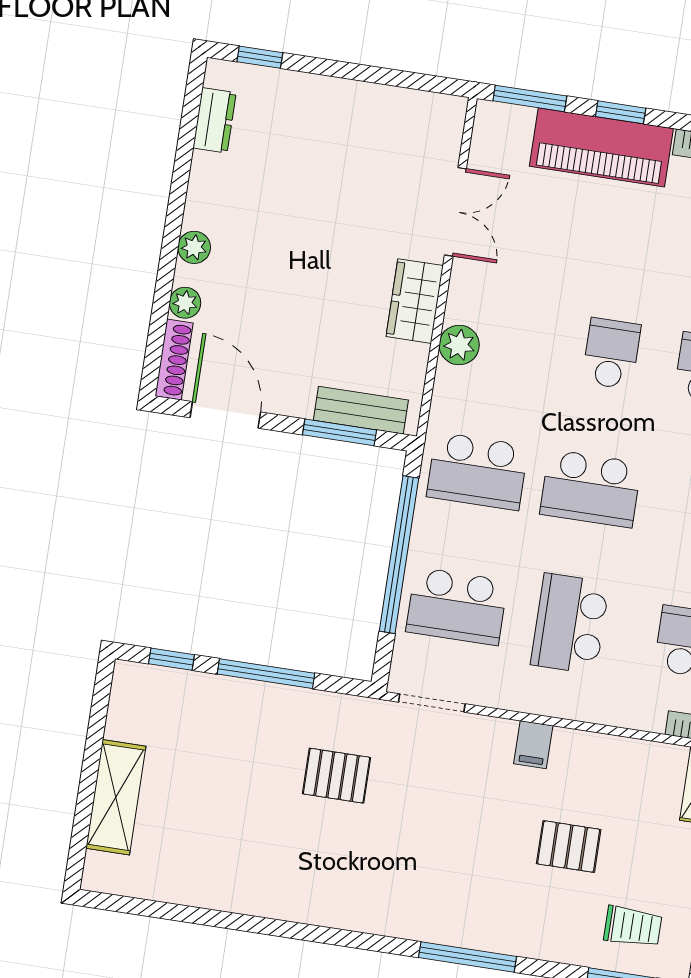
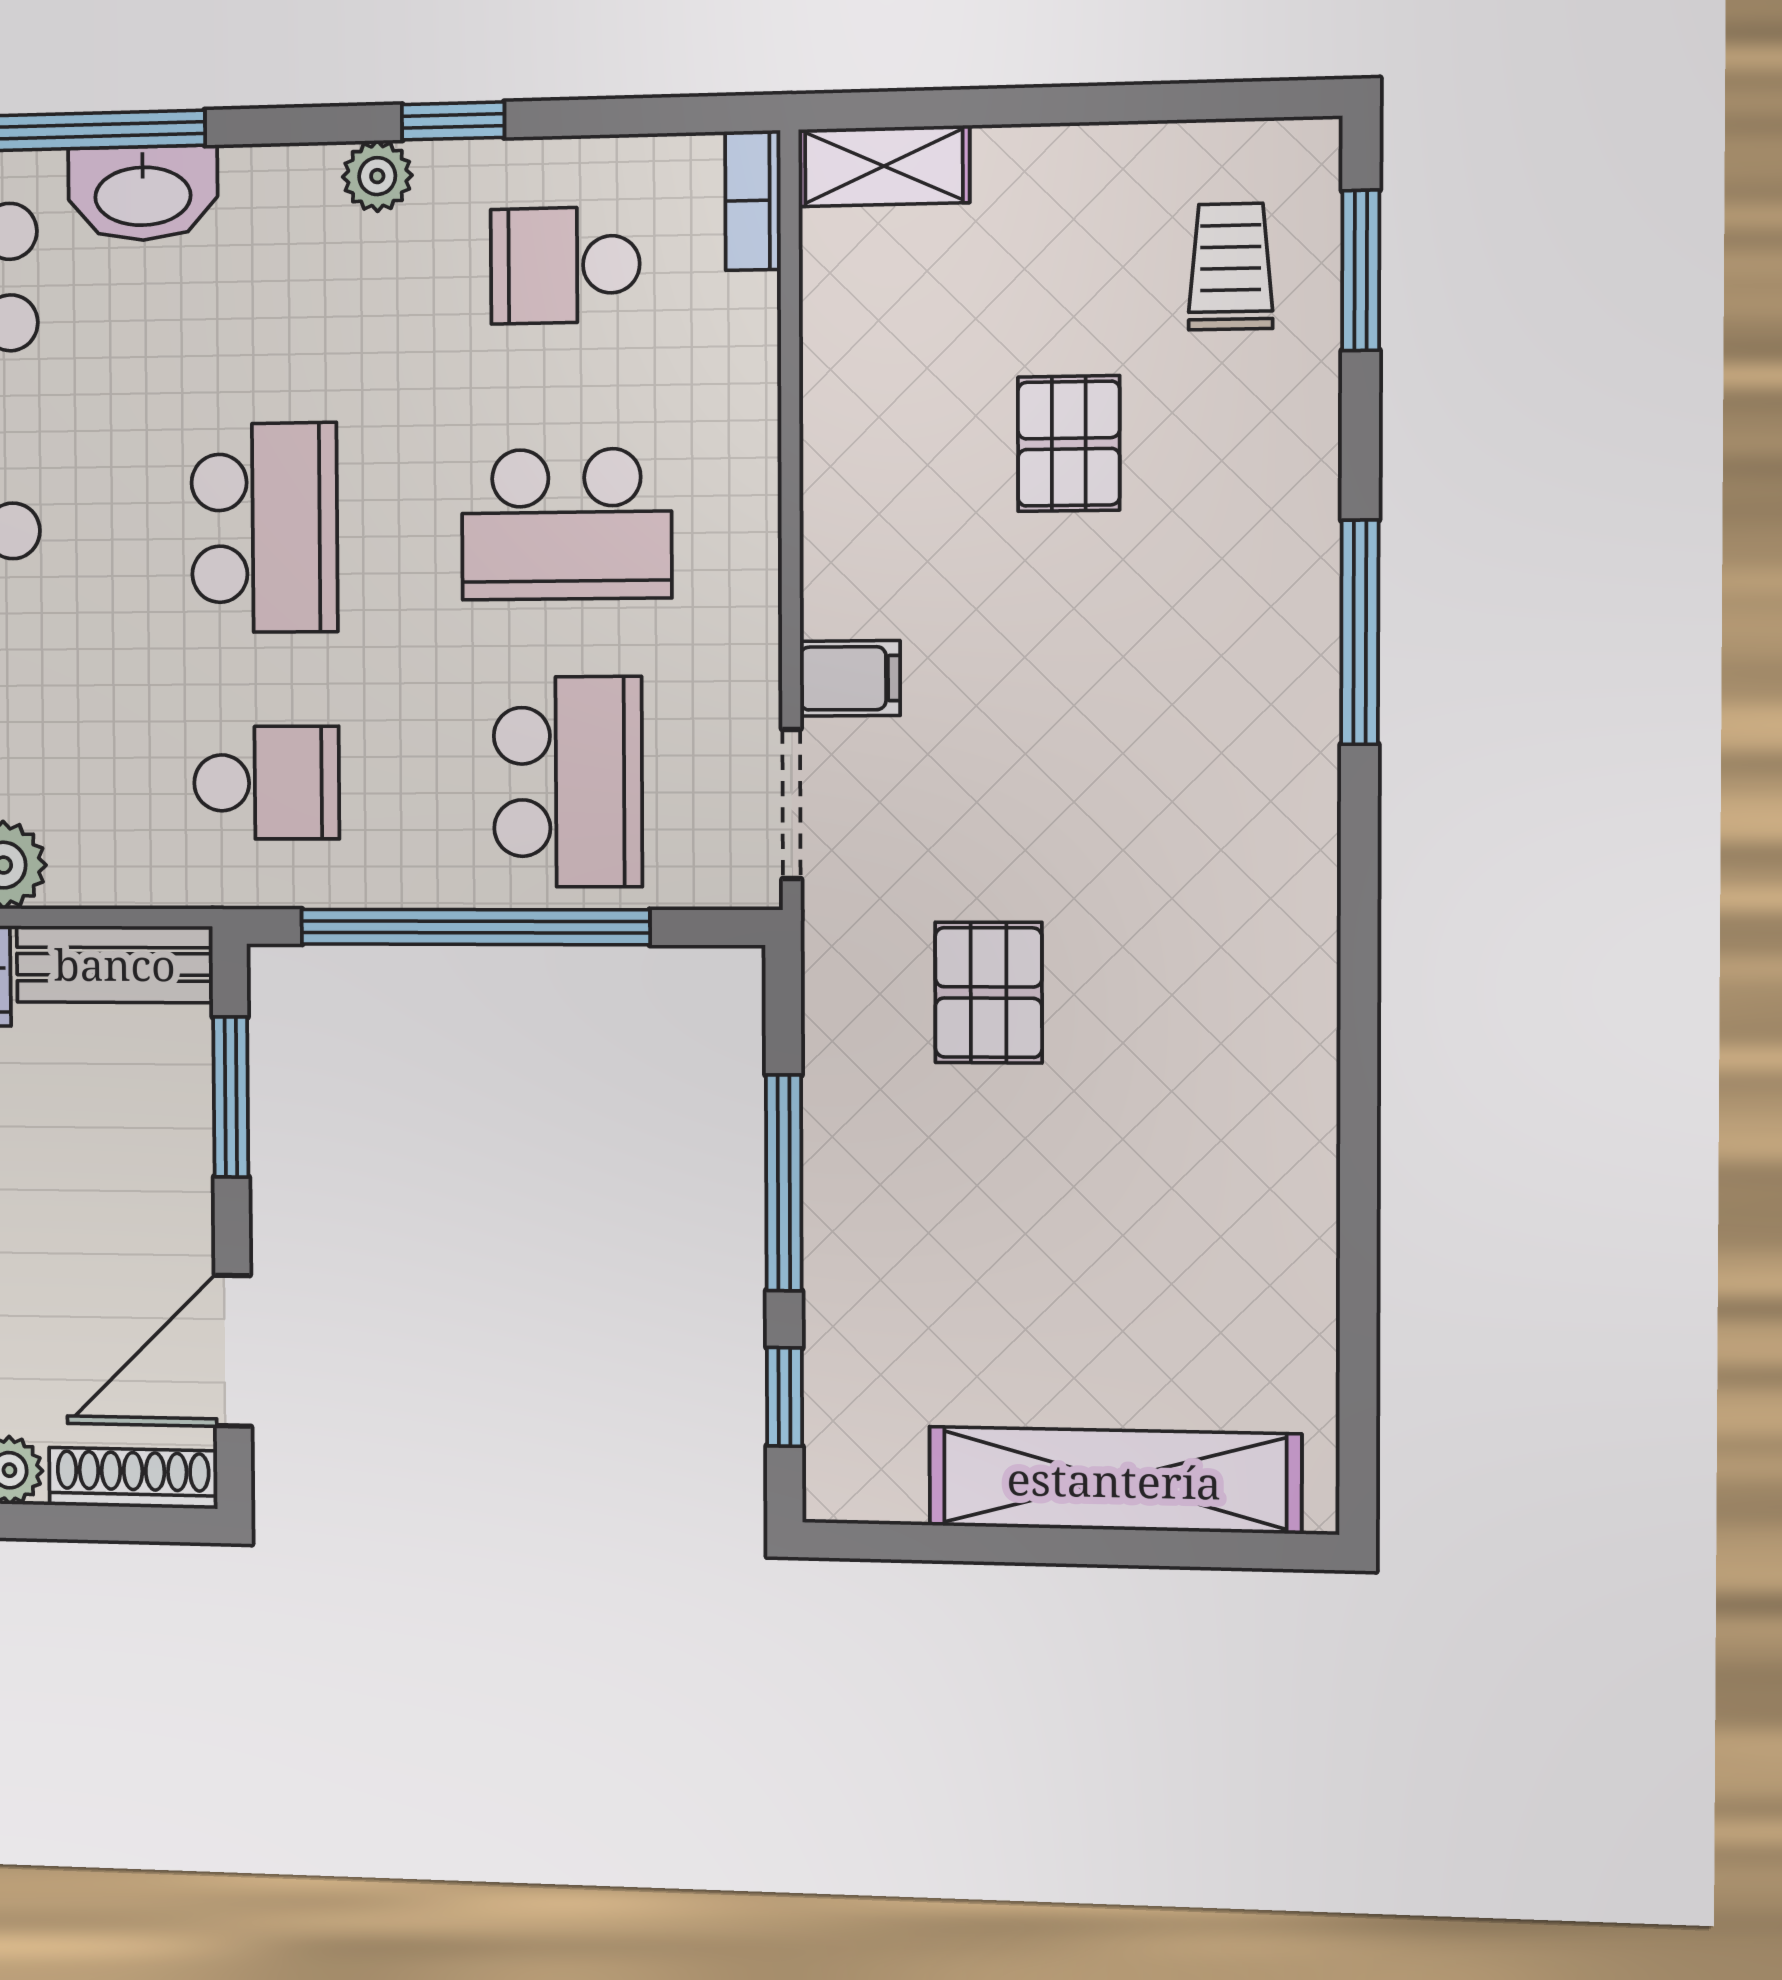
bench: (361, 410) -> (115, 964), moved, turned 90
school desk: (477, 471) -> (266, 783), width x0.54
filing cabinet: (533, 745) -> (850, 678), moved
shelving: (116, 797) -> (1114, 1480), width x1.47

